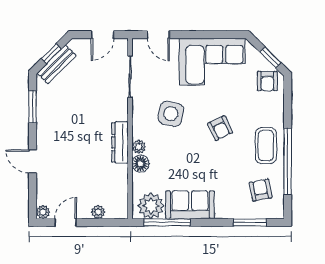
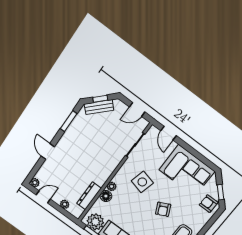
armchair: (267, 81) -> (209, 204), turned 90
dresser: (120, 142) -> (89, 196), moved

